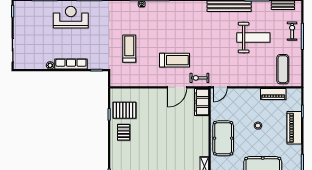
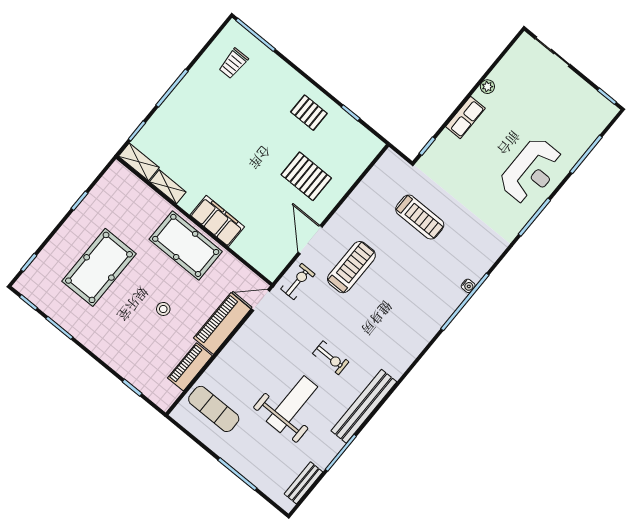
exercise bike: (292, 31) -> (331, 358), moved
weight bench: (253, 38) -> (292, 404), turned 180
treadmill: (174, 60) -> (351, 267), turned 180
row of seats: (71, 64) -> (465, 117), width x0.68
door: (220, 87) -> (261, 300), hinge flipped
filing cabinet: (202, 102) -> (217, 221), moved
pallet: (125, 110) -> (306, 176), moved, turned 90
piano: (294, 128) -> (222, 324), moved, turned -90

